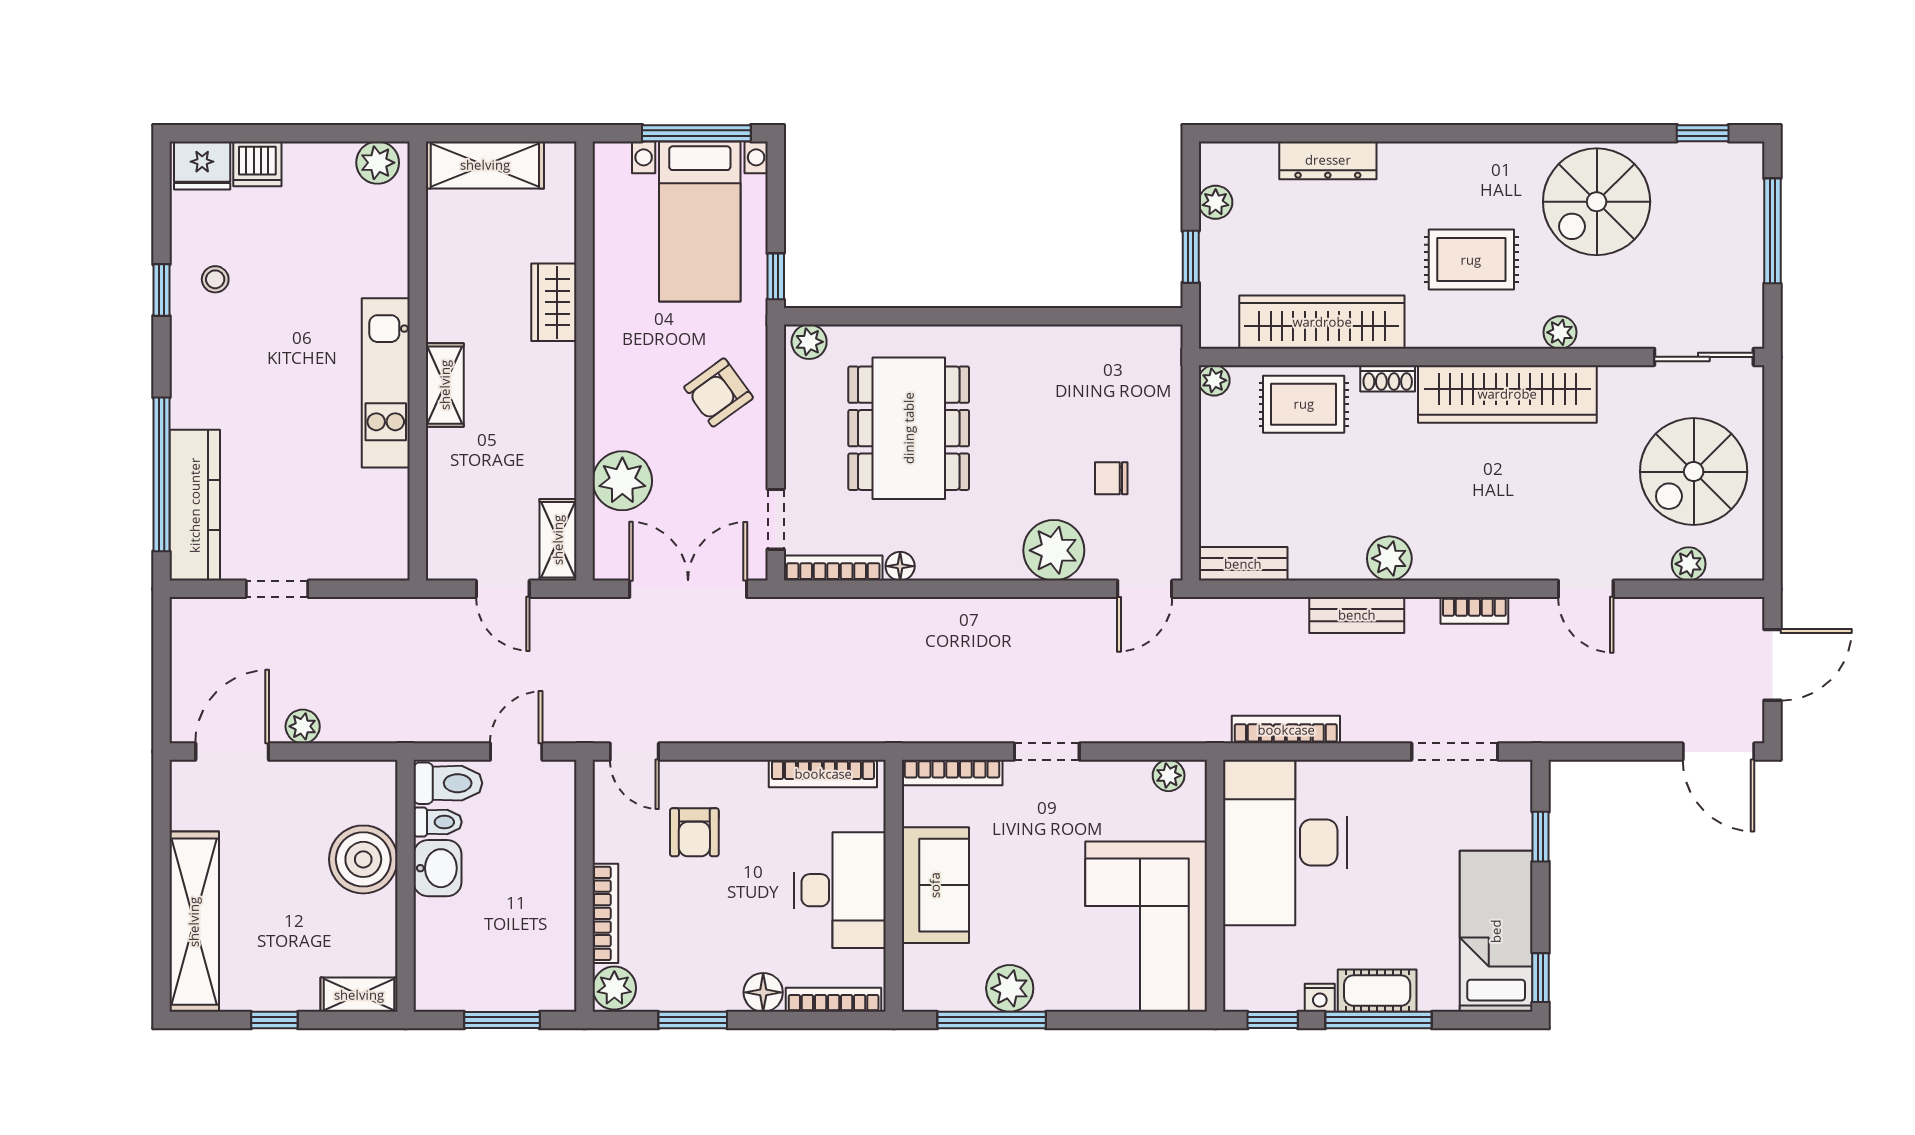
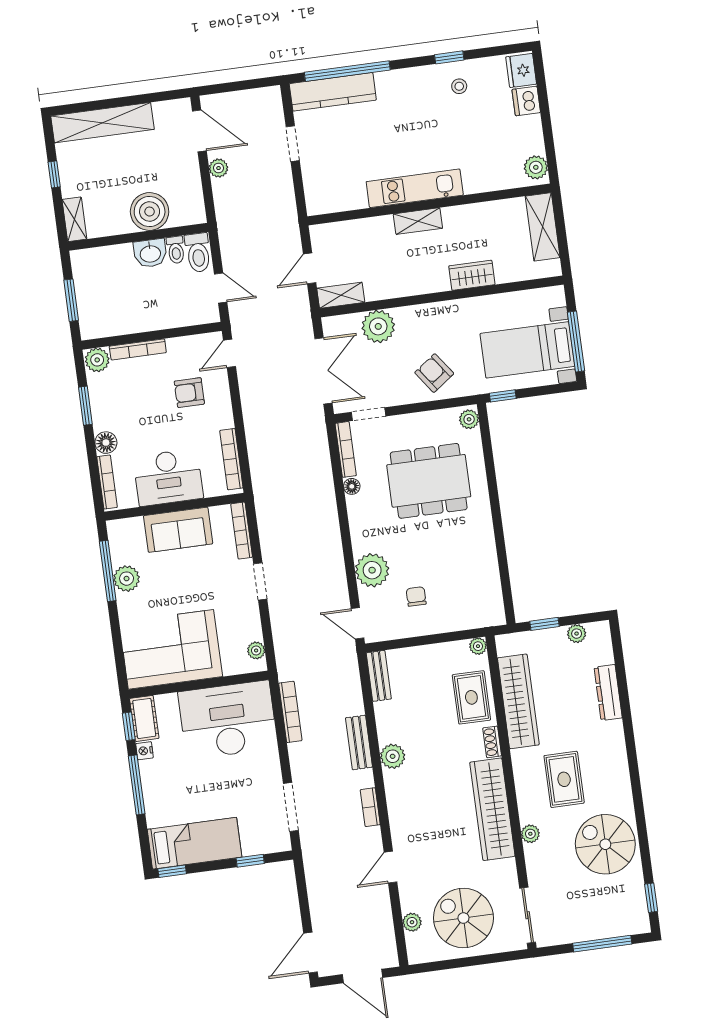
cot: (1377, 991) -> (144, 718), moved

